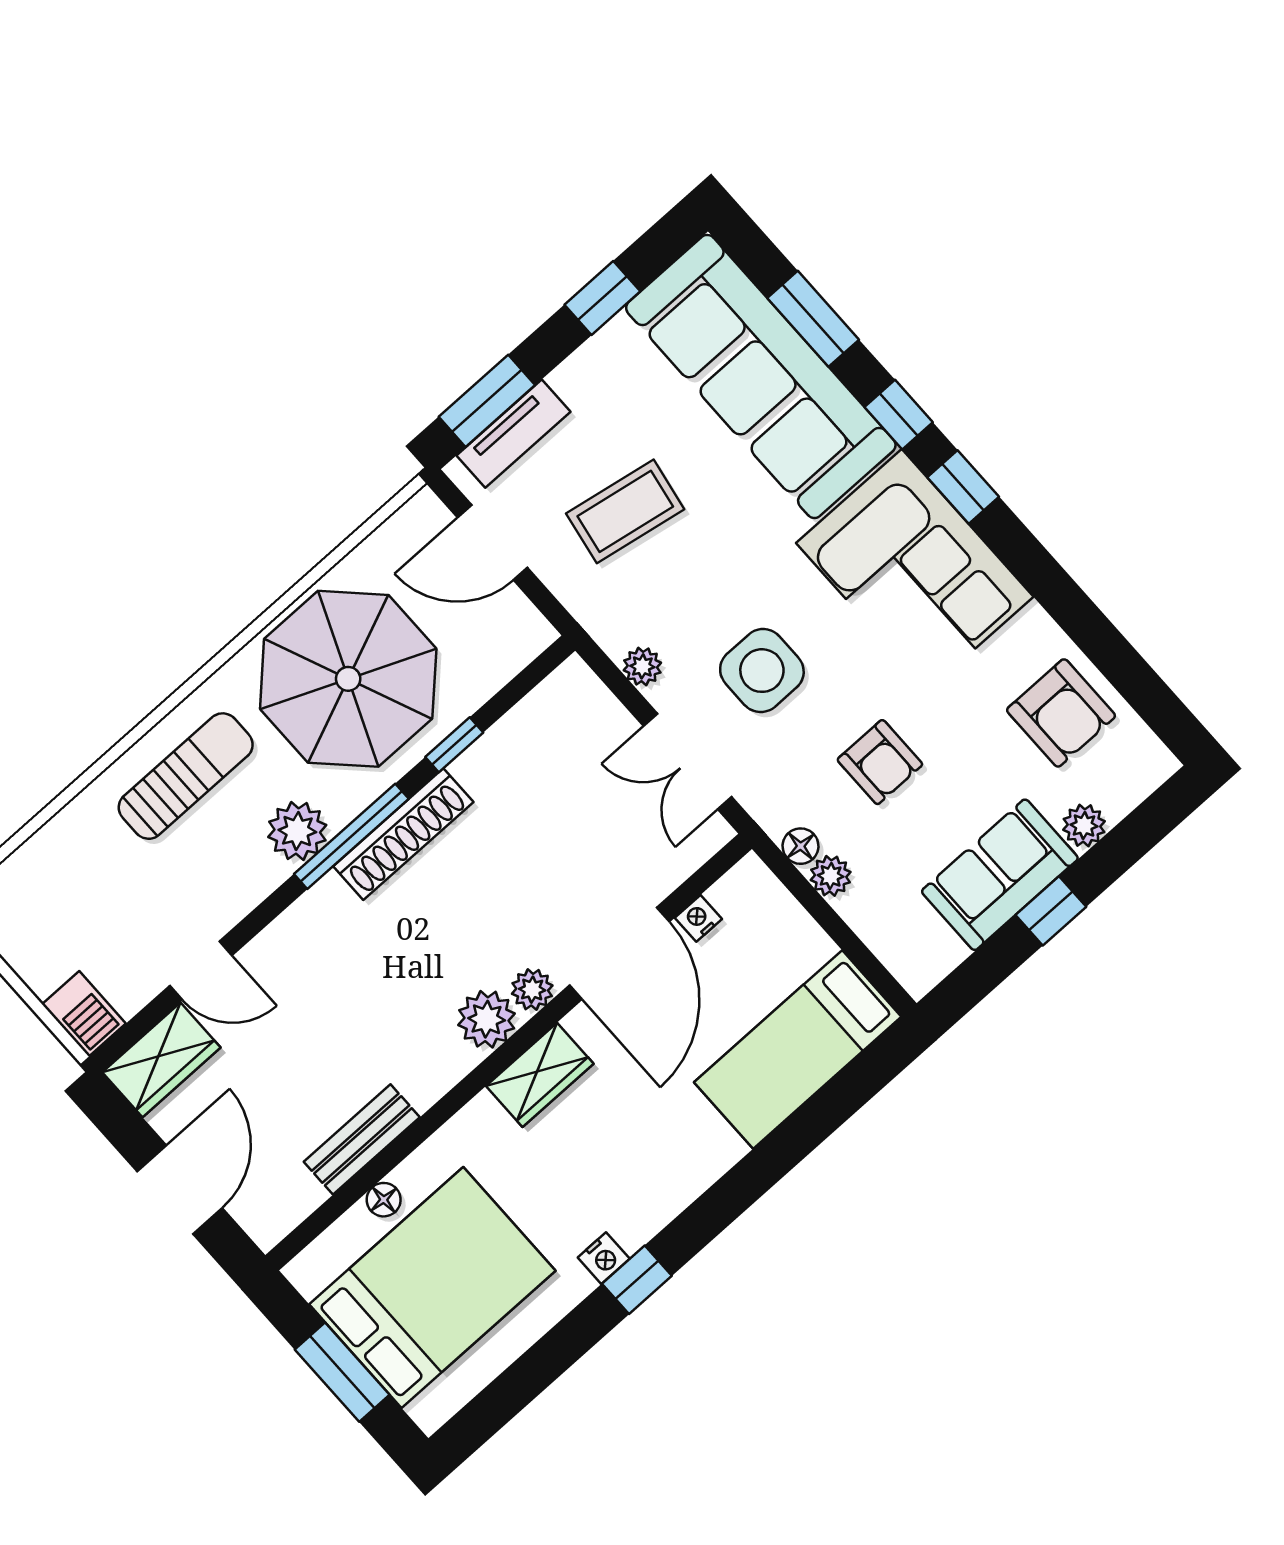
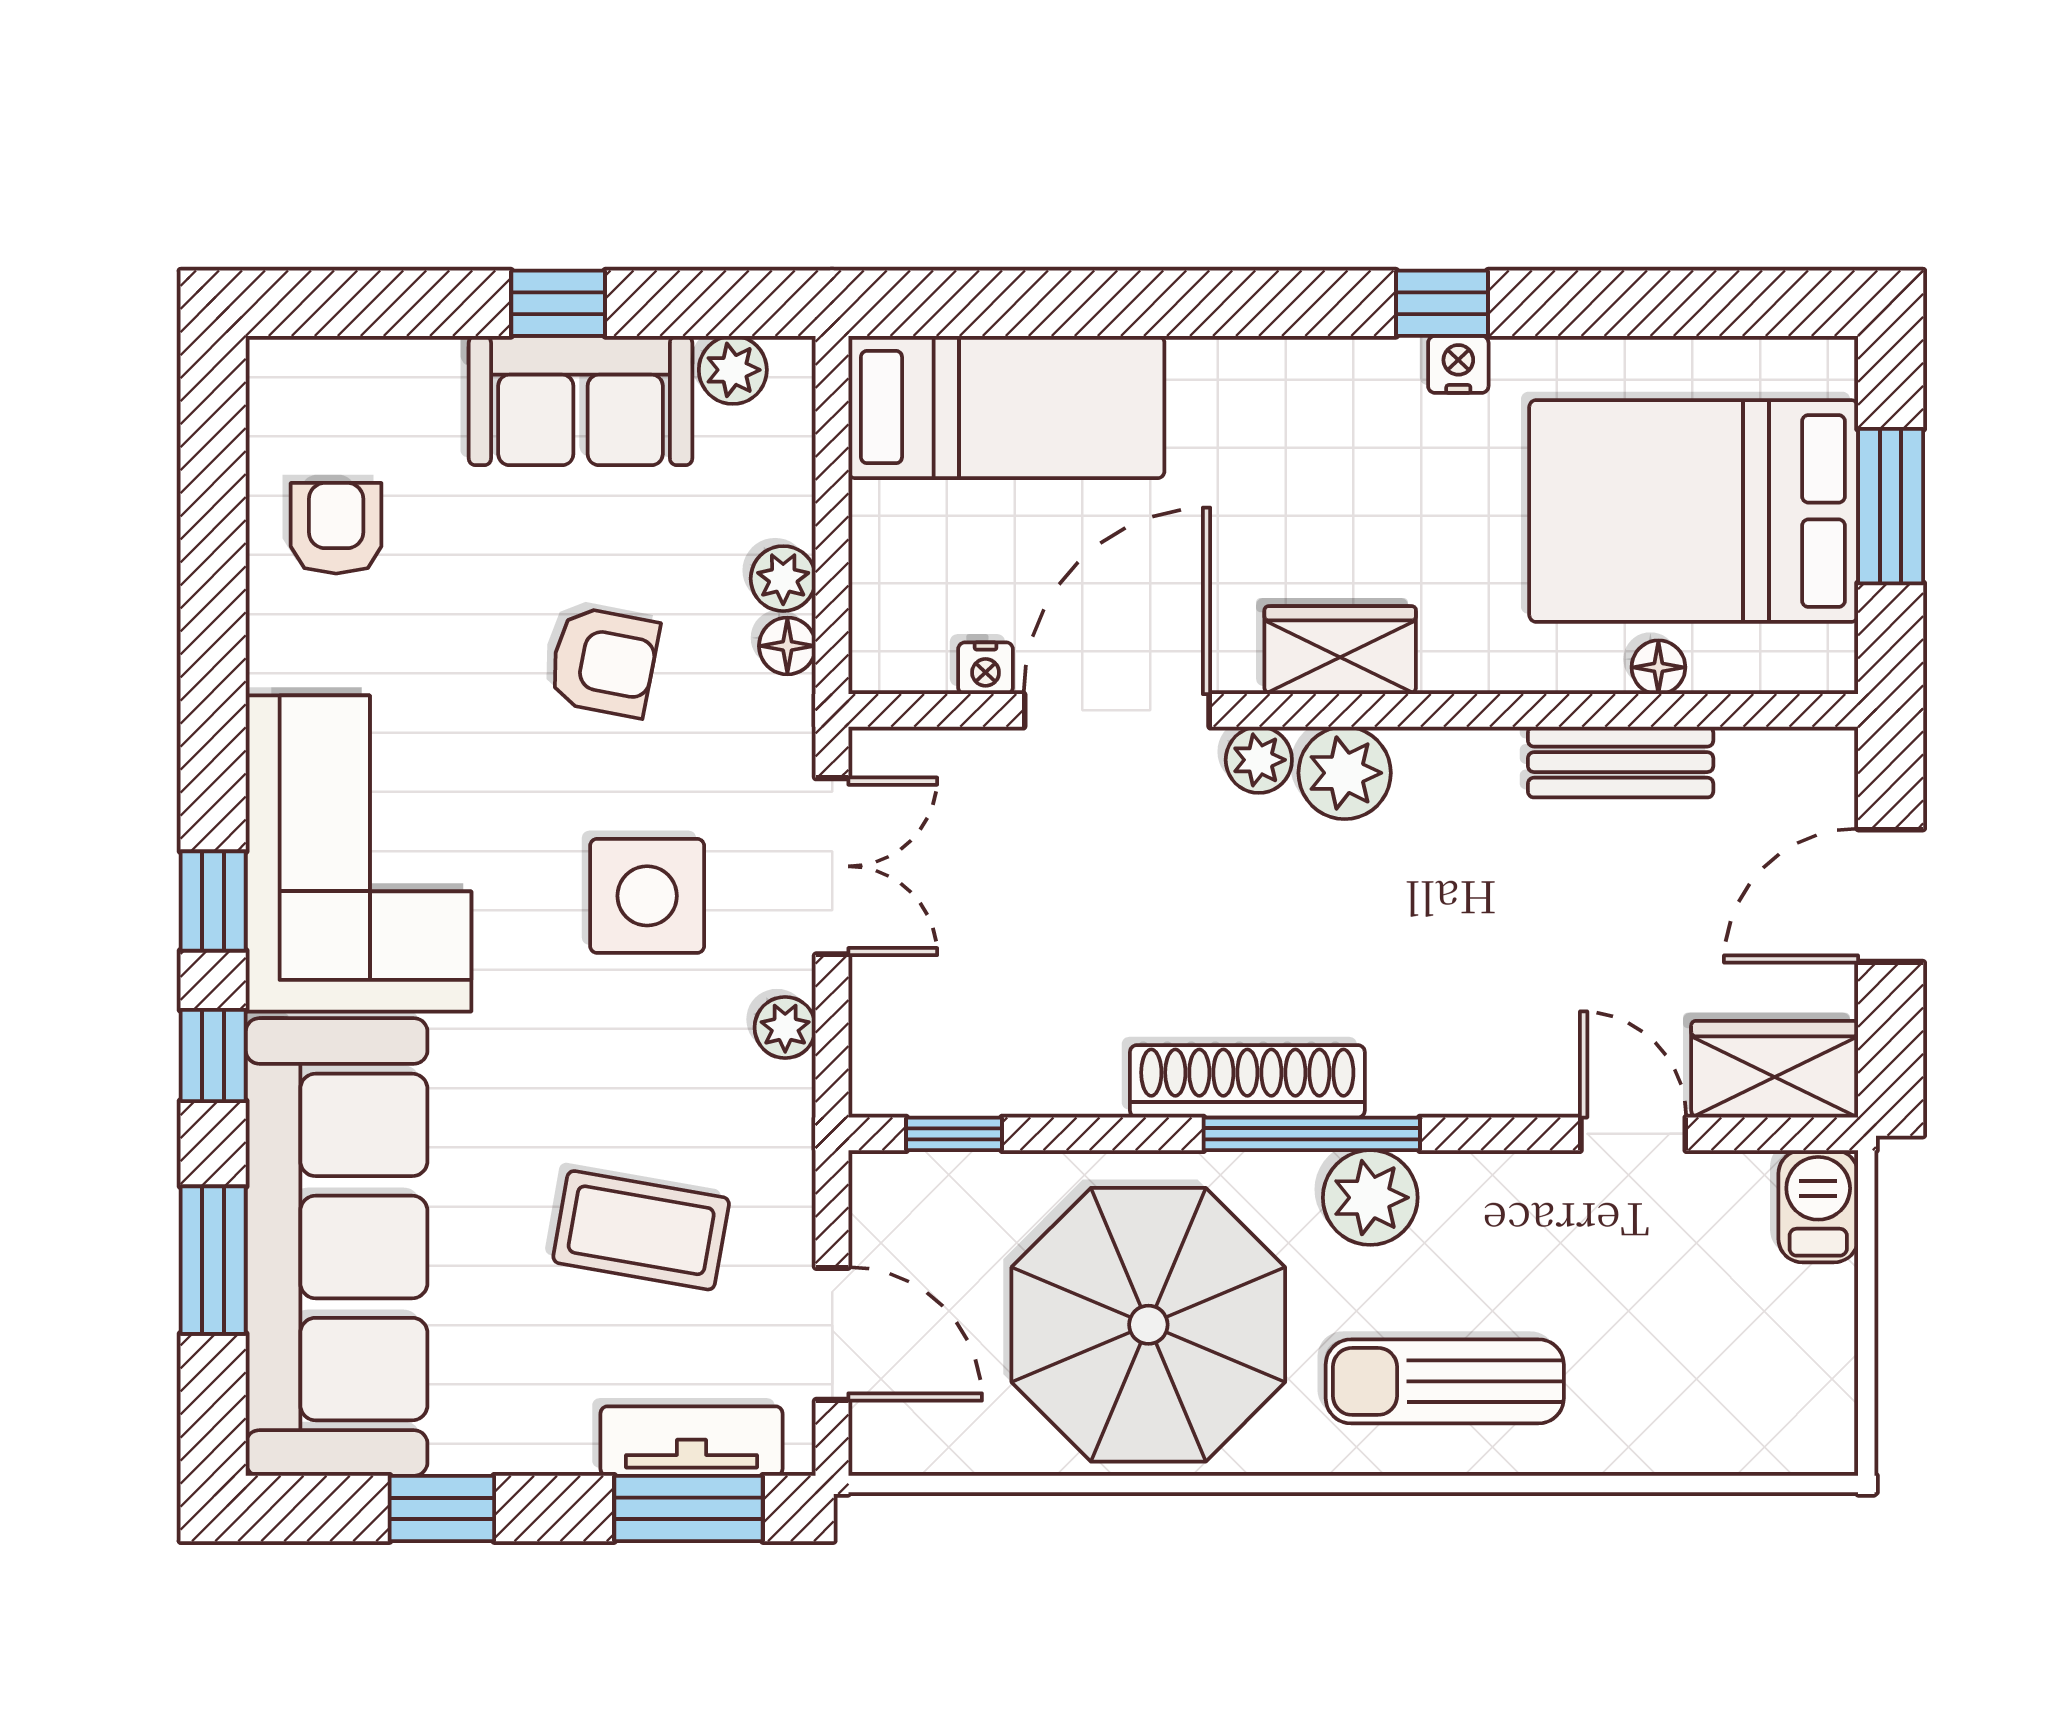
armchair: (1061, 713) -> (336, 528), width x0.72, depth x0.72
window: (454, 745) -> (954, 1134), moved
armchair: (880, 762) -> (604, 662), turned 101
plant: (1084, 826) -> (733, 370), moved

